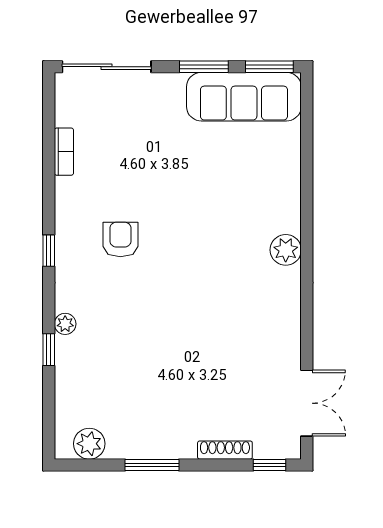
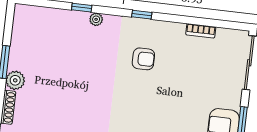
plant: (89, 444) -> (15, 80), moved

